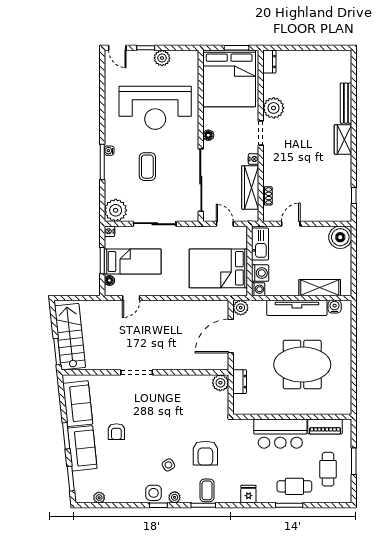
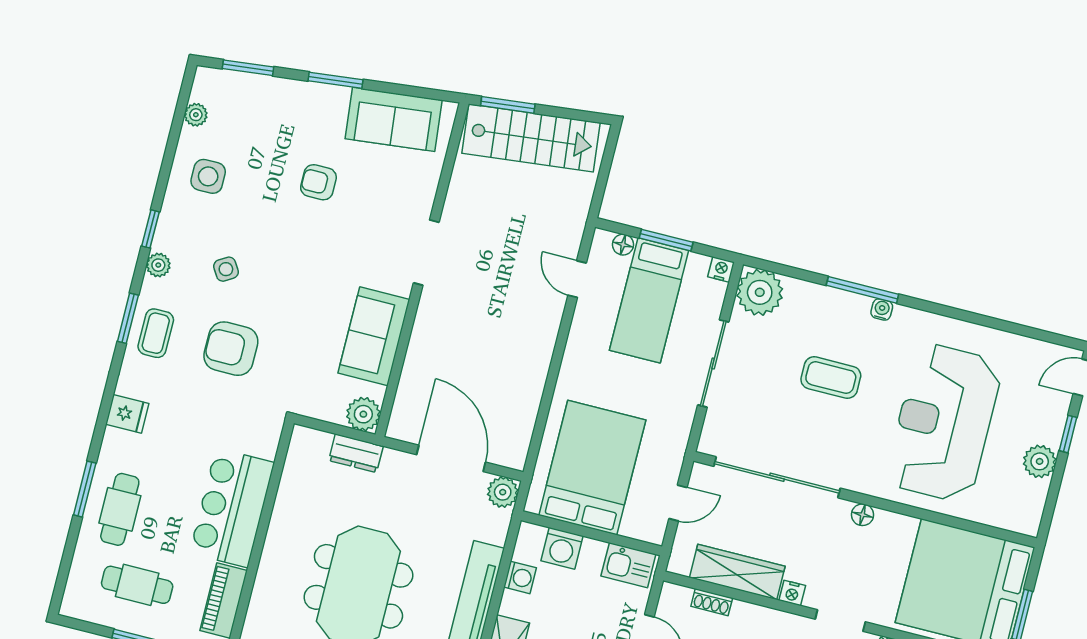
kitchen sink: (260, 244) -> (628, 565), width x0.73
washing machine: (258, 289) -> (520, 577), moved, turned -90
sofa: (82, 448) -> (374, 336), moved, turned 96
coffee table: (207, 490) -> (156, 333), turned 90
side table: (154, 493) -> (208, 176), moved

